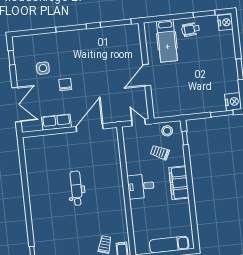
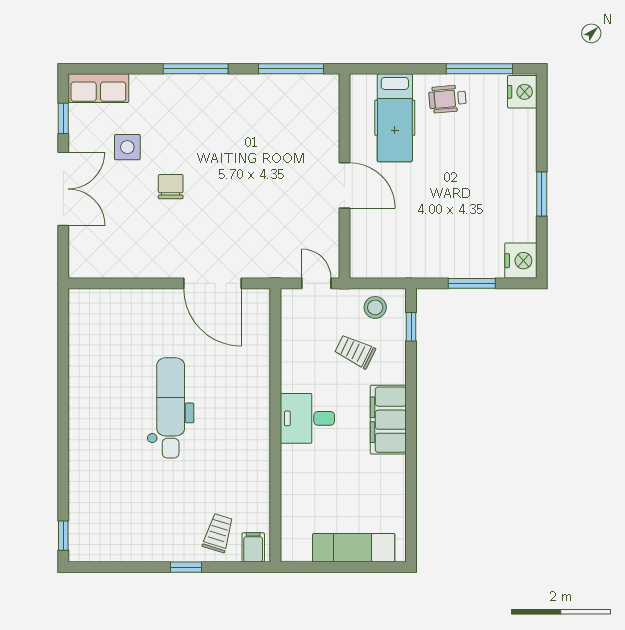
window: (204, 14) -> (479, 69), width x1.44
door: (147, 75) -> (344, 185), swing flipped
double door: (16, 105) -> (63, 189), moved
window: (222, 114) -> (472, 283), moved
row of seats: (56, 122) -> (98, 88), moved, turned 180
door: (90, 128) -> (212, 283), swing flipped
dental chair: (76, 188) -> (171, 408), width x1.36, depth x1.38

